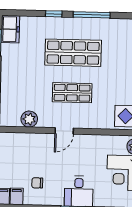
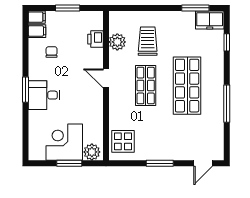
window: (54, 14) -> (227, 42), moved
trolley: (29, 90) -> (148, 41), added
printer: (26, 140) -> (96, 39), added

